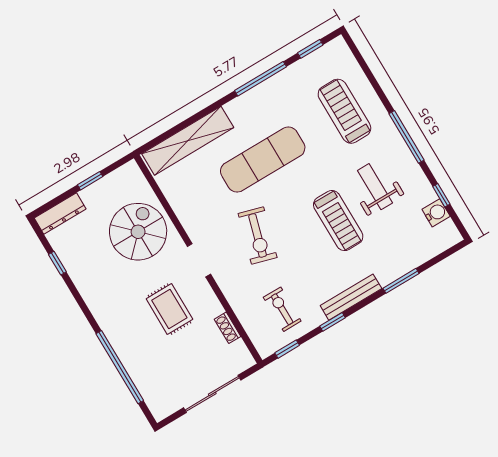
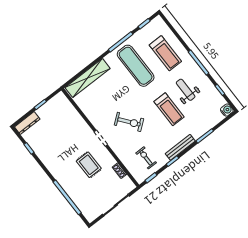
treadmill: (344, 111) -> (165, 53), turned 180
exercise mat: (263, 160) -> (136, 66), moved, turned 90
water cooler: (436, 213) -> (227, 110), moved
spiral stairs: (138, 232) -> (68, 127), removed
exercise bike: (258, 235) -> (129, 122), turned -54

